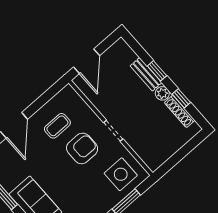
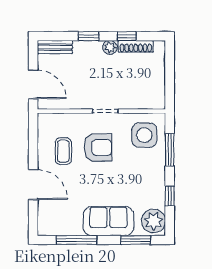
bench: (146, 74) -> (55, 47), moved
armchair: (82, 148) -> (98, 147), turned 90

